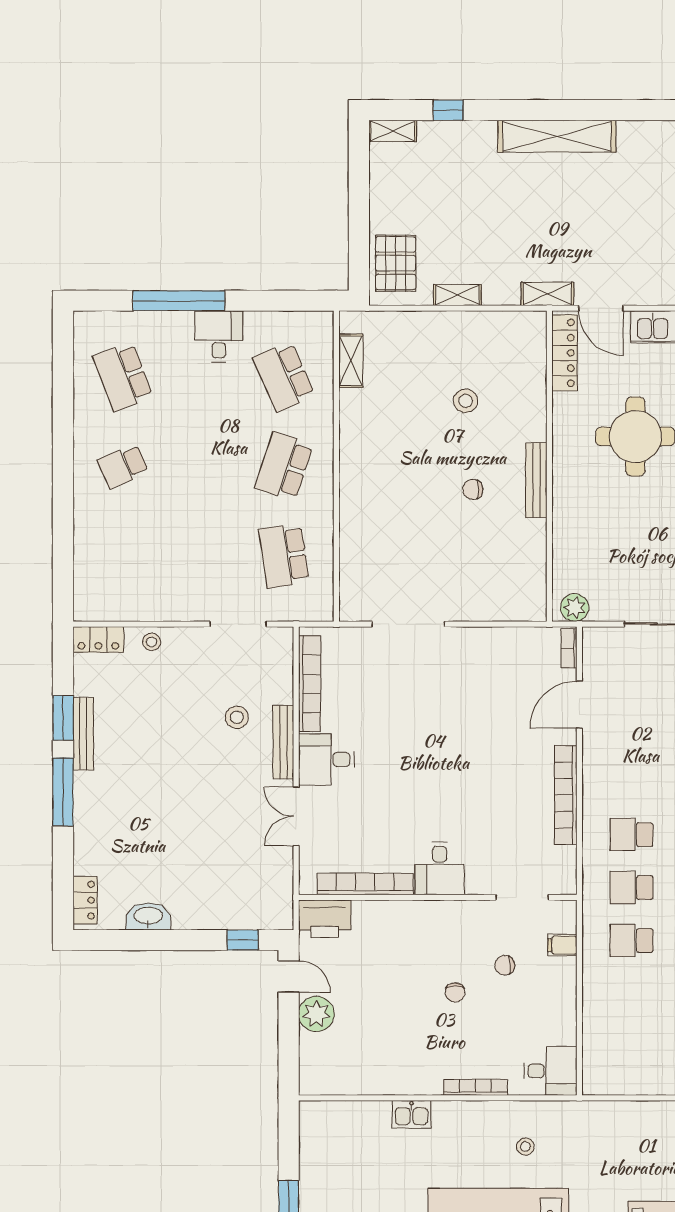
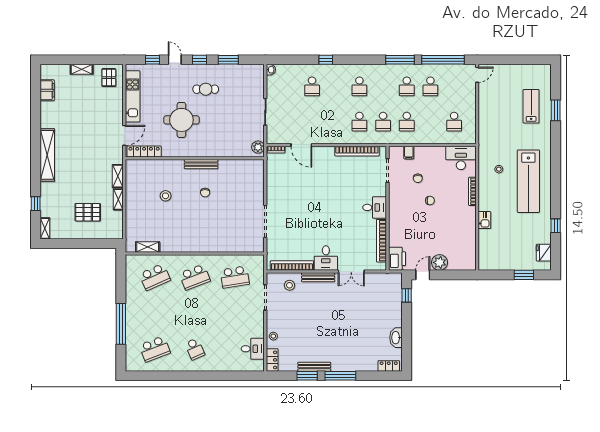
pallet: (396, 263) -> (88, 212), moved
shelving: (547, 294) -> (118, 176), moved
desk: (219, 336) -> (253, 349), moved, turned 180
school desk: (284, 466) -> (195, 277), turned -39
stool: (237, 717) -> (289, 285), moved
bookcase: (566, 795) -> (357, 151), moved
school desk: (632, 1046) -> (454, 122), added
desk: (550, 1071) -> (461, 158), width x1.37

